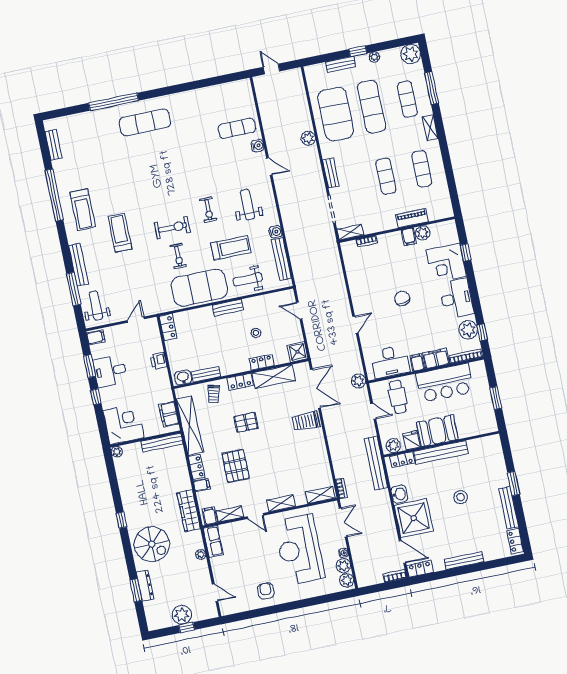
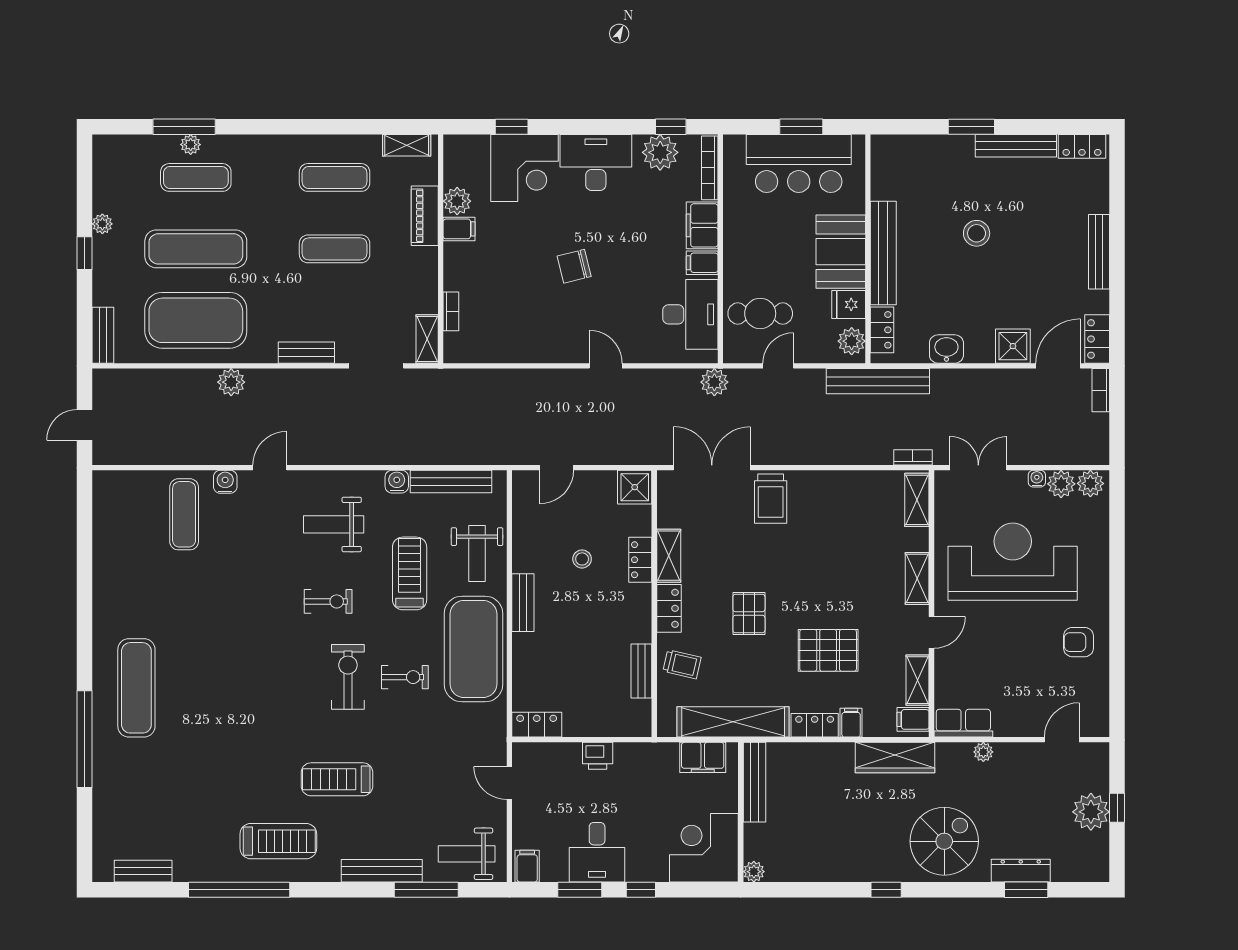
plant: (411, 54) -> (191, 145), moved, width x0.53, depth x0.53
bench: (341, 64) -> (103, 335), moved
shelving: (430, 128) -> (407, 145), moved
shelving: (274, 377) -> (669, 556), width x0.67, depth x0.75
washbasin: (183, 378) -> (638, 716), removed
bar counter: (445, 383) -> (799, 164), moved, turned 90
shower: (414, 518) -> (1013, 346), width x0.54, depth x0.54
reception desk: (299, 549) -> (1013, 562), turned 180

